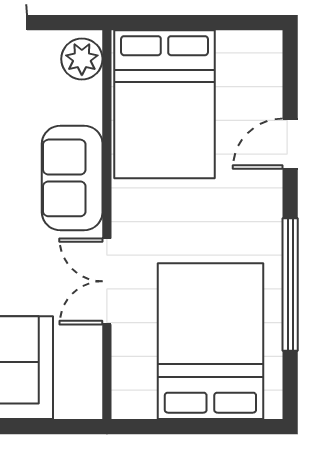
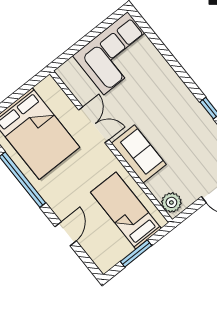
window: (203, 23) -> (136, 254), added
bed: (165, 104) -> (126, 210), width x0.67

